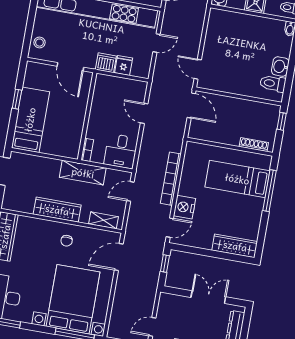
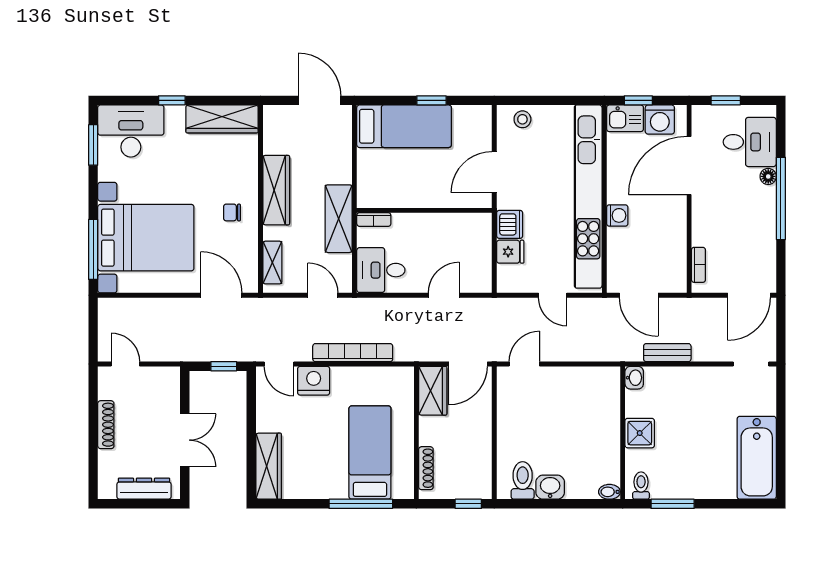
wardrobe: (205, 131) -> (433, 391), added

